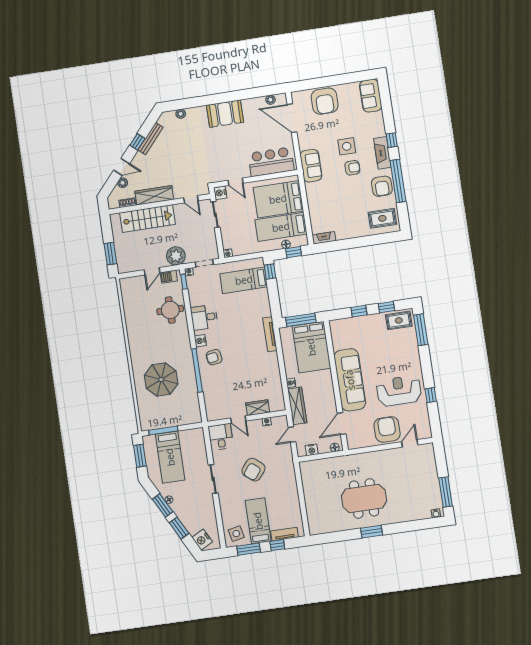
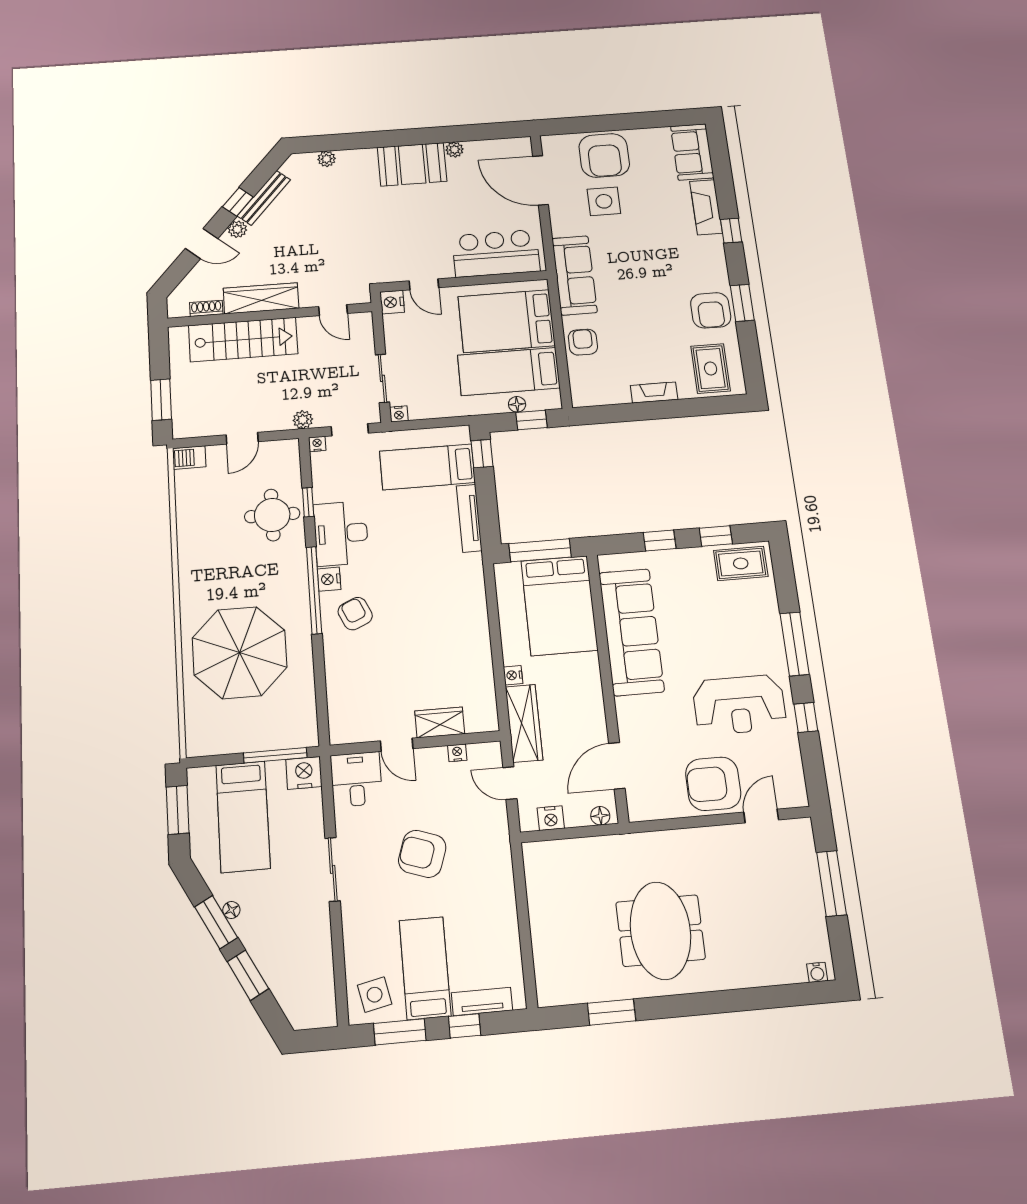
plant: (270, 100) -> (454, 150), moved
side table: (347, 146) -> (604, 201), moved
fireplace: (382, 153) -> (706, 207), moved
sofa: (311, 166) -> (574, 275), width x1.36
armchair: (352, 168) -> (583, 342), moved, turned -90
window: (398, 181) -> (742, 303), width x0.47
plant: (123, 183) -> (237, 229), moved
sliding door: (215, 215) -> (382, 378), moved
rug: (382, 218) -> (711, 369), turned 90
fireplace: (324, 238) -> (654, 392), moved
plant: (176, 256) -> (303, 420), width x0.53, depth x0.53
barbecue: (169, 277) -> (189, 458), moved
window: (184, 282) -> (308, 502), moved
desk: (204, 317) -> (341, 533), width x1.37
window: (421, 330) -> (795, 644), moved
tv unit: (270, 334) -> (469, 518), moved
armchair: (214, 357) -> (355, 614), turned 75
window: (197, 370) -> (314, 590), moved
parasol: (161, 380) -> (239, 653), width x1.36, depth x1.36
sofa: (350, 380) -> (631, 632), moved
reception desk: (399, 391) -> (739, 705), turned 180
armchair: (387, 429) -> (713, 784), turned -90
window: (163, 431) -> (275, 755), moved
door: (292, 435) -> (510, 783), hinge flipped
armchair: (253, 470) -> (422, 854), turned 70
window: (446, 492) -> (831, 883), moved
meeting table: (364, 498) -> (660, 931), turned 90
window: (371, 532) -> (612, 1012), moved
nightstand: (202, 540) -> (304, 773), moved, turned 118

